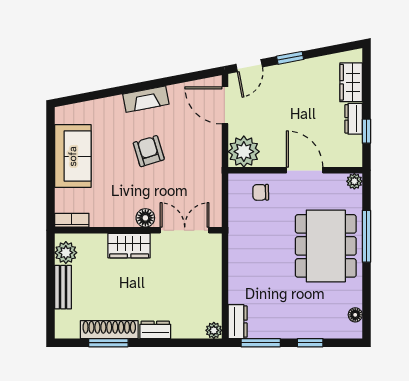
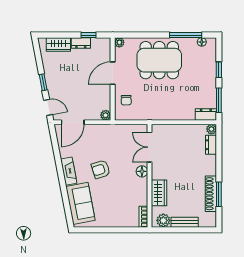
plant: (244, 152) -> (106, 115), width x0.53, depth x0.53
sofa: (73, 156) -> (80, 203), moved, turned 79
window: (366, 236) -> (186, 35), moved
wardrobe: (129, 246) -> (159, 193), moved
dresser: (155, 330) -> (211, 145), moved

